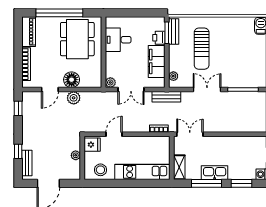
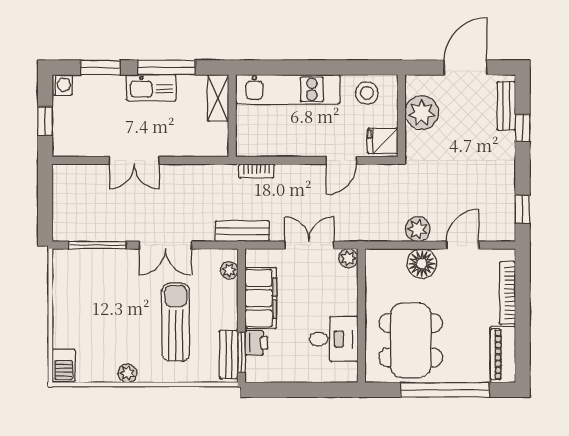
plant: (227, 22) -> (127, 373), added
double door: (190, 134) -> (134, 160), moved
plant: (76, 155) -> (422, 113), width x1.88, depth x1.88

